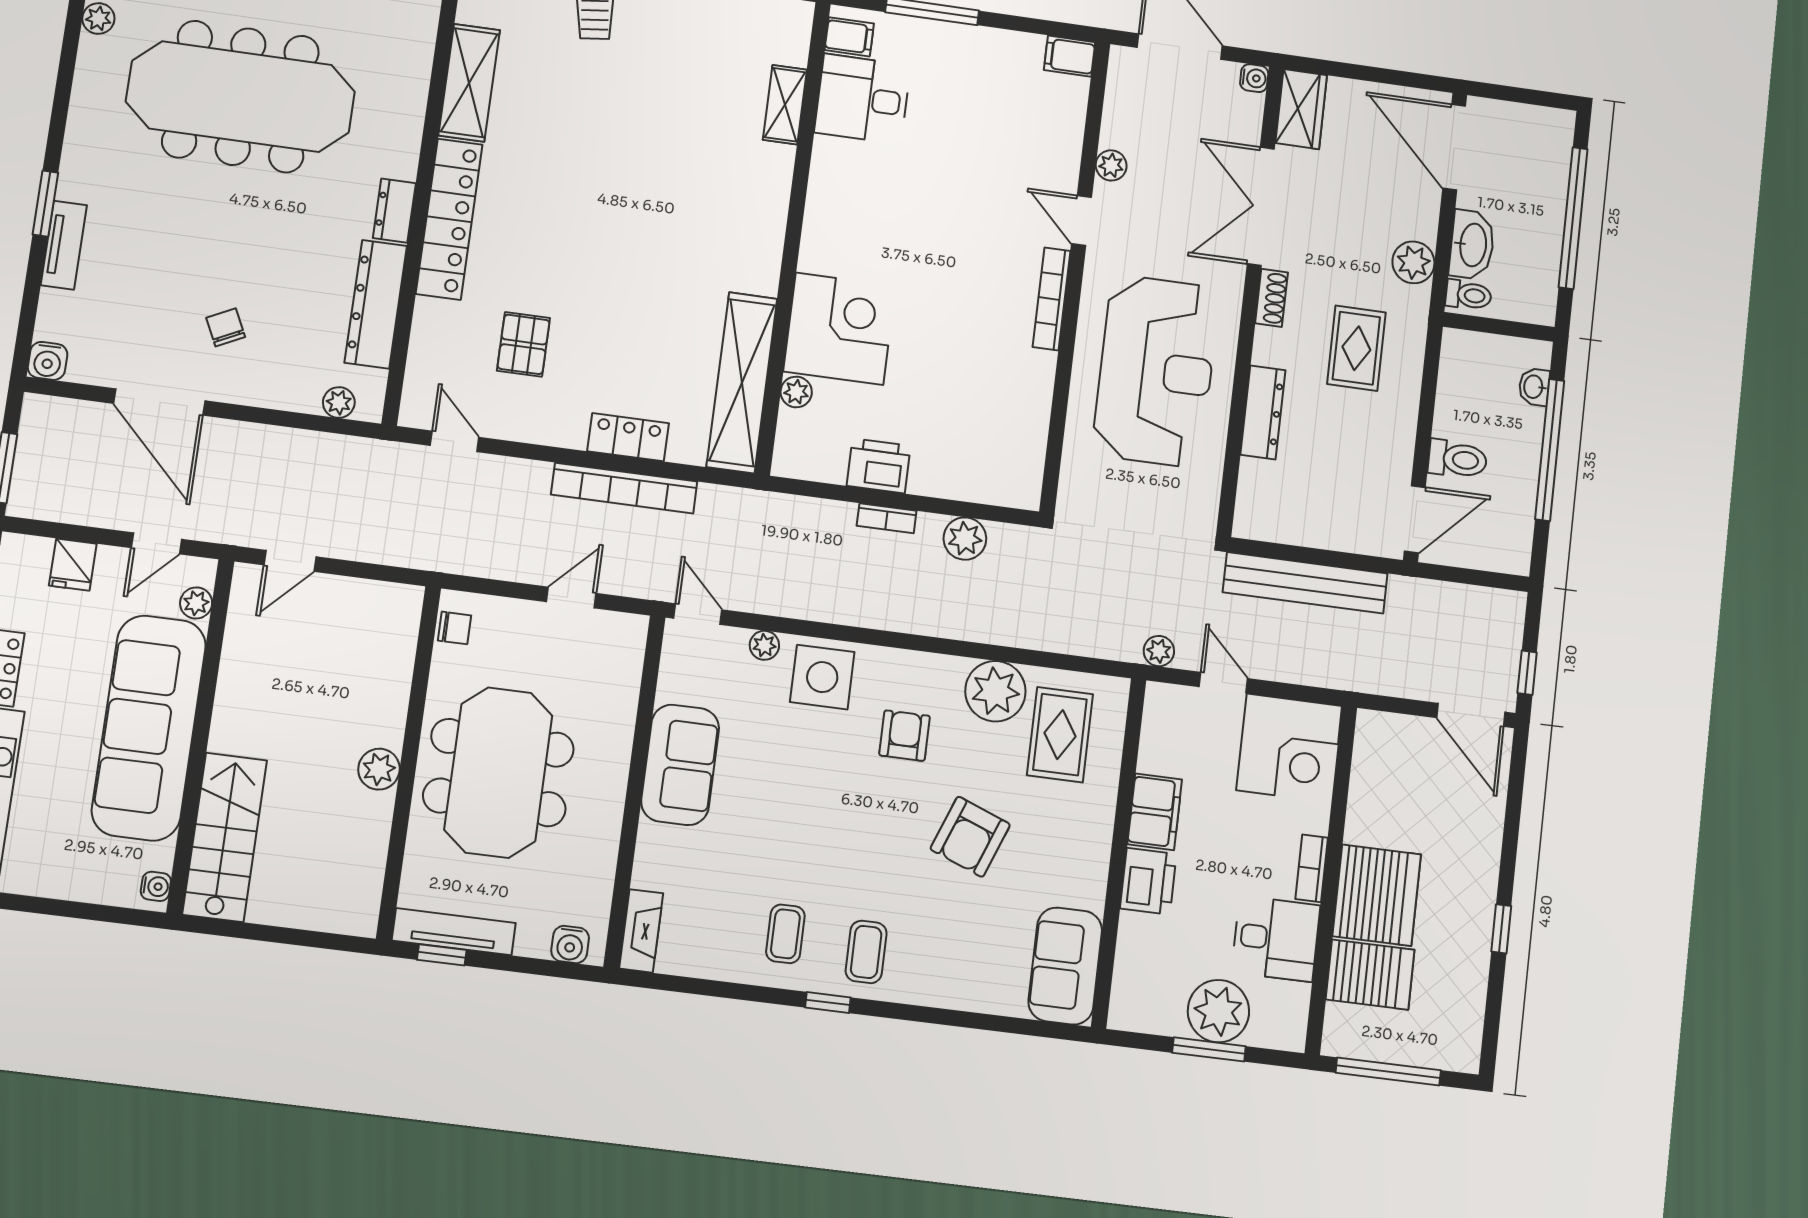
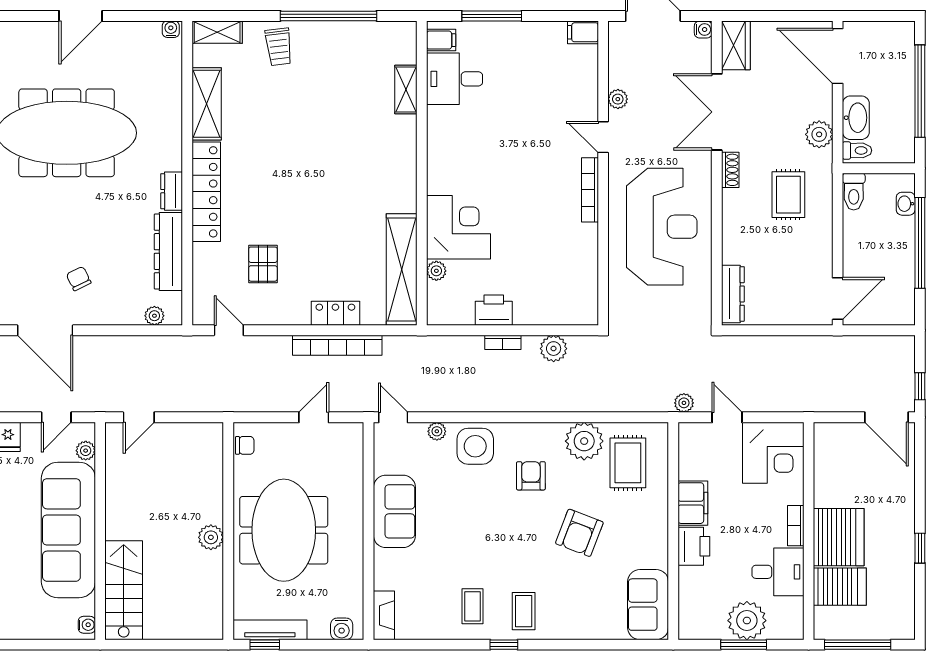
dresser: (1263, 413) -> (733, 294), moved
toilet: (1458, 459) -> (854, 192), moved, turned 90
bench: (1305, 583) -> (772, 348), removed

